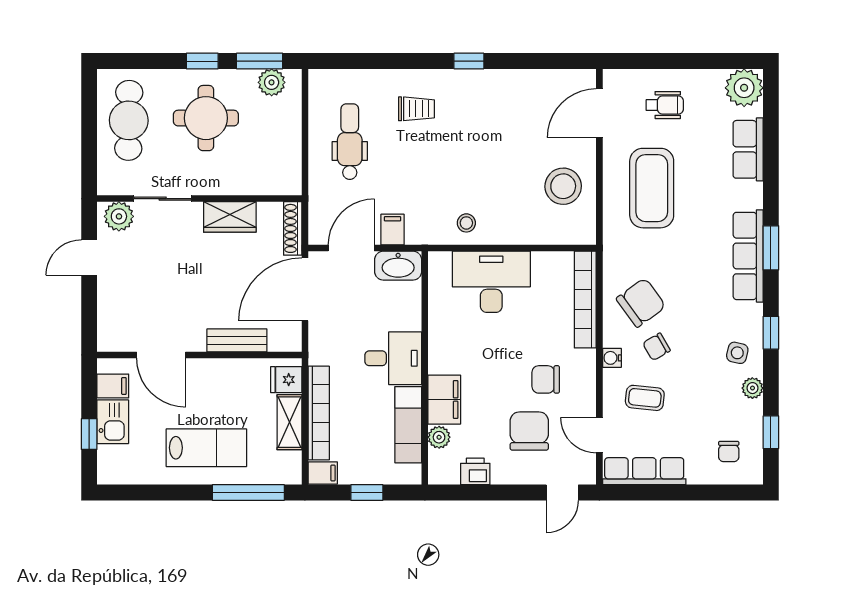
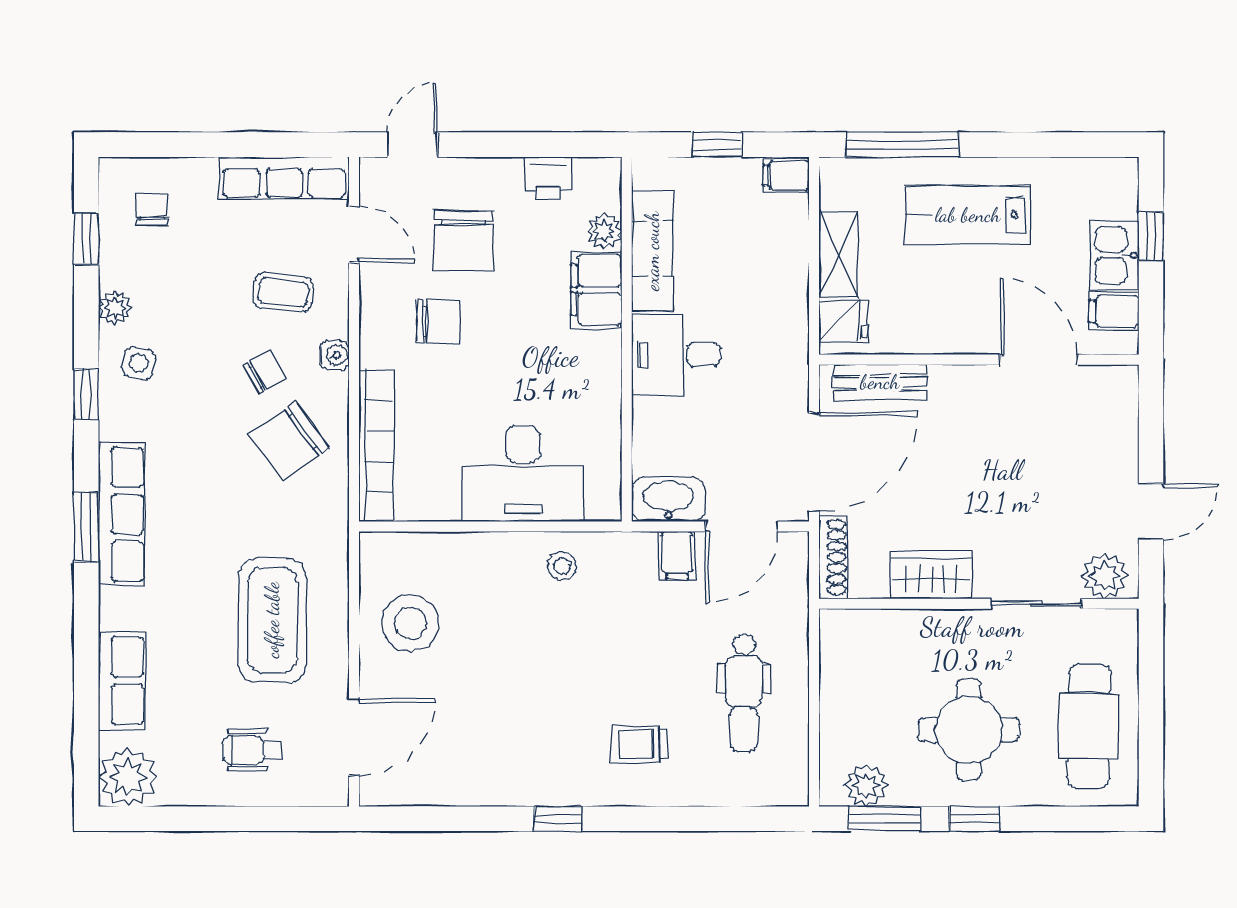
bench: (237, 340) -> (880, 382), moved
bookcase: (319, 413) -> (792, 269), removed

